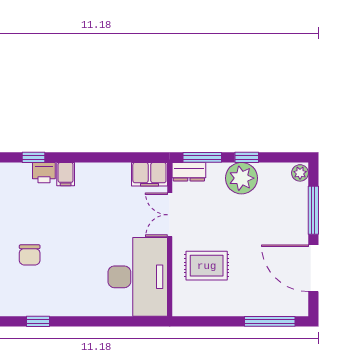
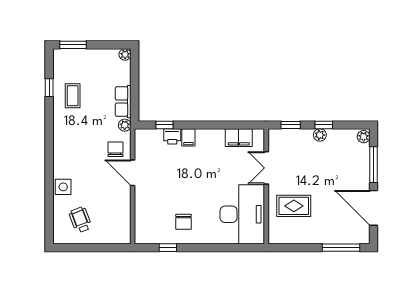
window: (202, 157) -> (291, 125), width x0.67
dresser: (189, 172) -> (281, 136), removed
filing cabinet: (149, 174) -> (239, 138), moved
plant: (241, 178) -> (320, 135), width x0.53, depth x0.53
chair: (30, 255) -> (184, 222), moved

